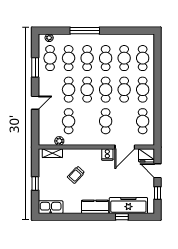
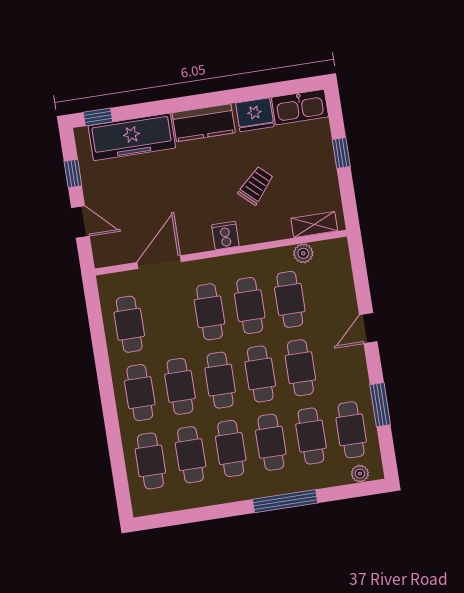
cafe table: (87, 121) -> (250, 306), added
cooker: (107, 154) -> (225, 235), moved
fridge: (147, 155) -> (255, 115), moved, turned 180
window: (122, 217) -> (98, 117), moved

